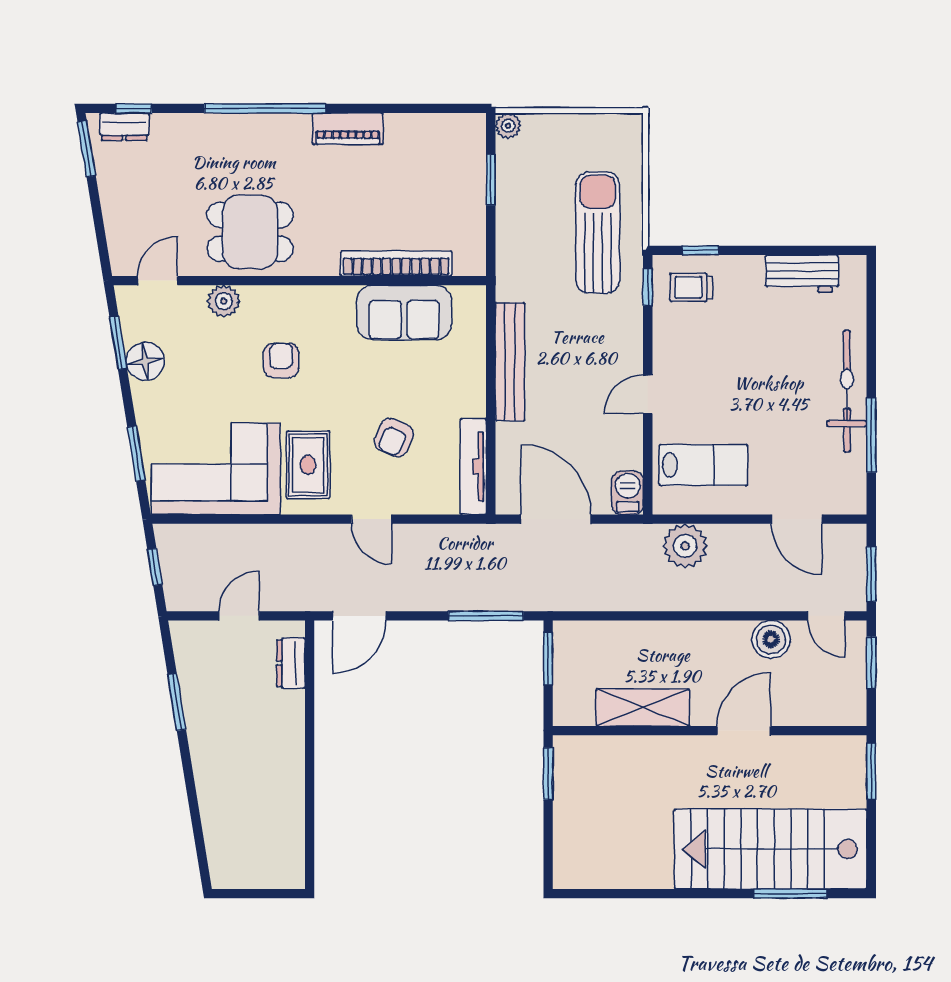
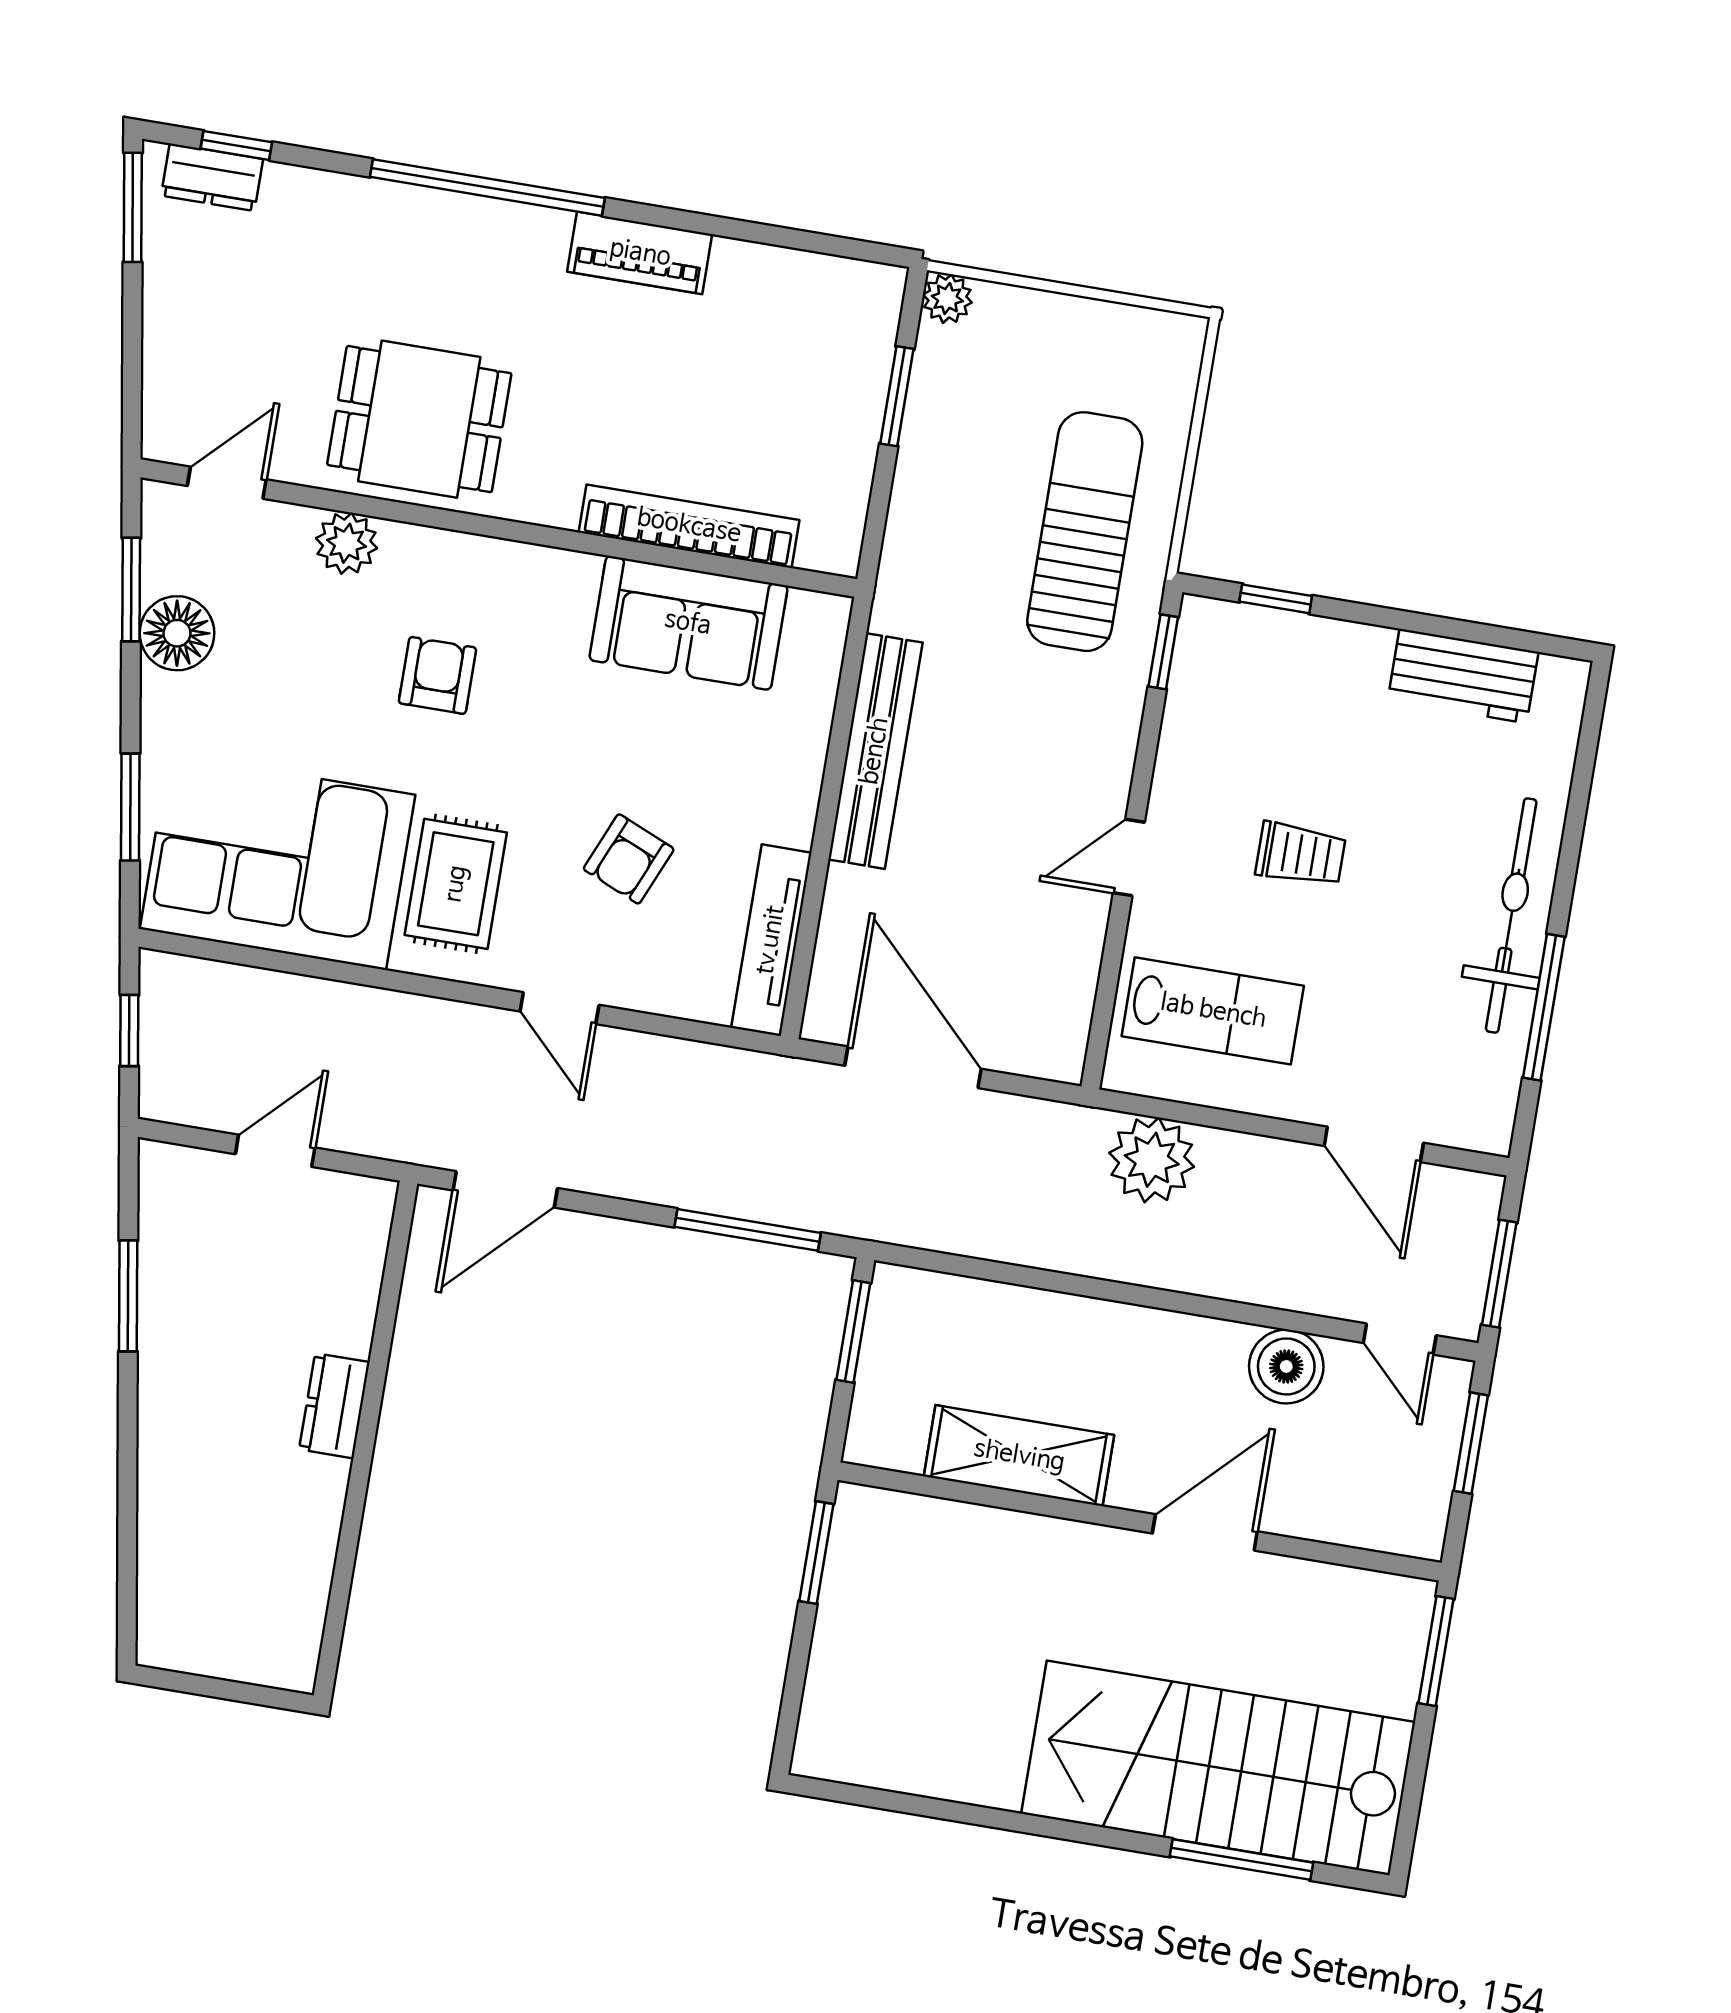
trolley: (691, 287) -> (1301, 854), moved, turned 180
barbecue: (628, 493) -> (1059, 1040), removed
dresser: (291, 663) -> (334, 1406), moved

